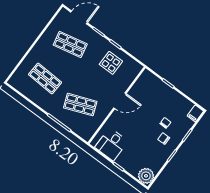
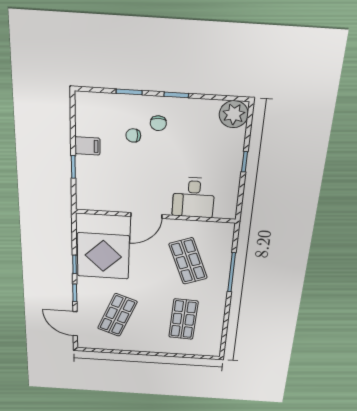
shop shelf: (70, 44) -> (117, 315), turned 33
display table: (111, 63) -> (103, 256), width x1.86, depth x1.86
door: (120, 101) -> (146, 216), swing flipped
filing cabinet: (195, 113) -> (87, 146), moved
desk: (111, 144) -> (194, 198), moved, turned 90

